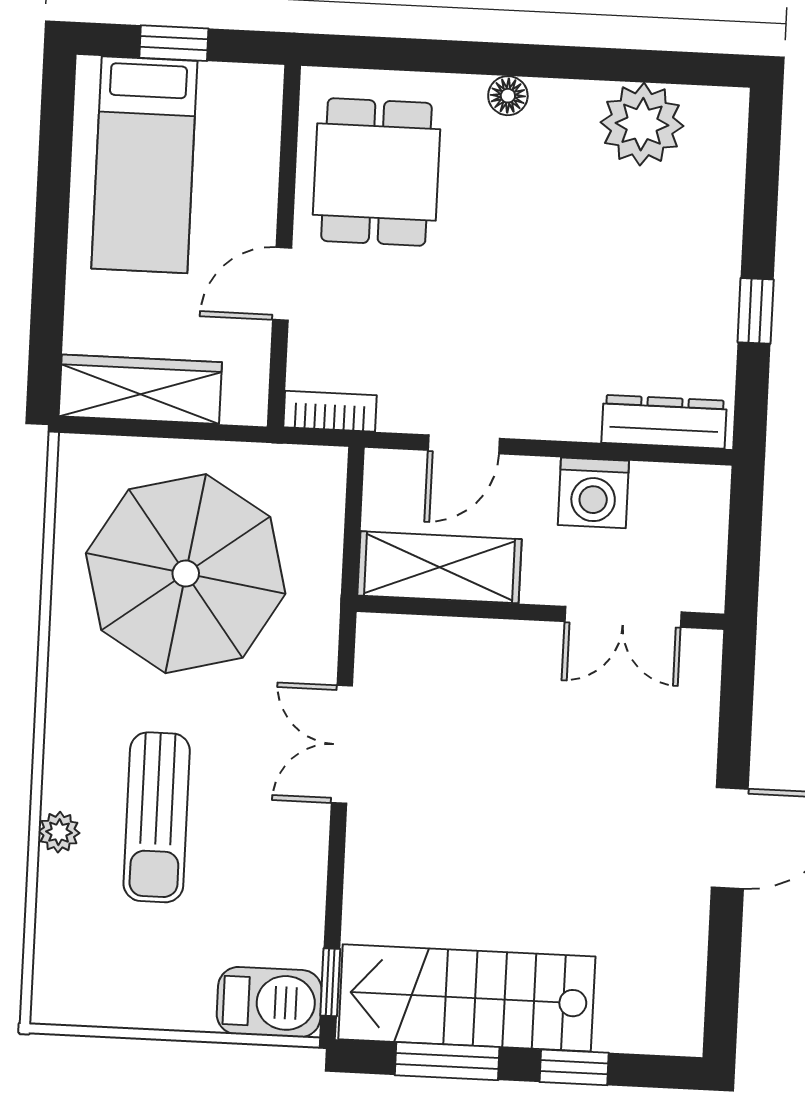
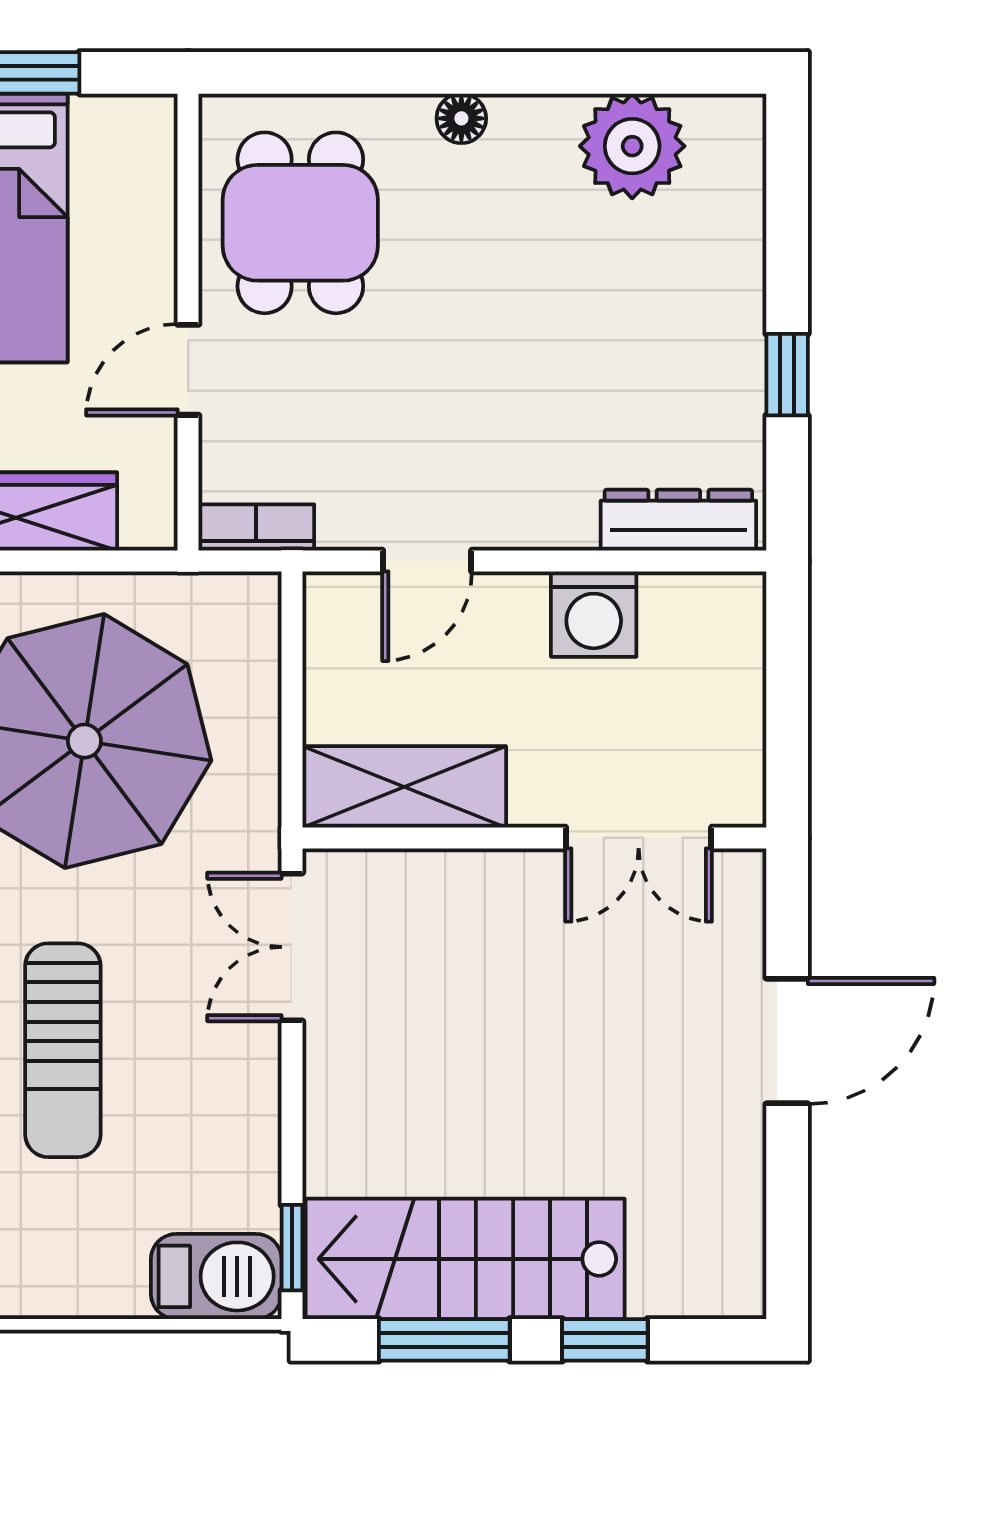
shelving: (440, 567) -> (404, 787), moved
wall: (540, 613) -> (534, 838), moved
double door: (623, 617) -> (639, 838), moved

